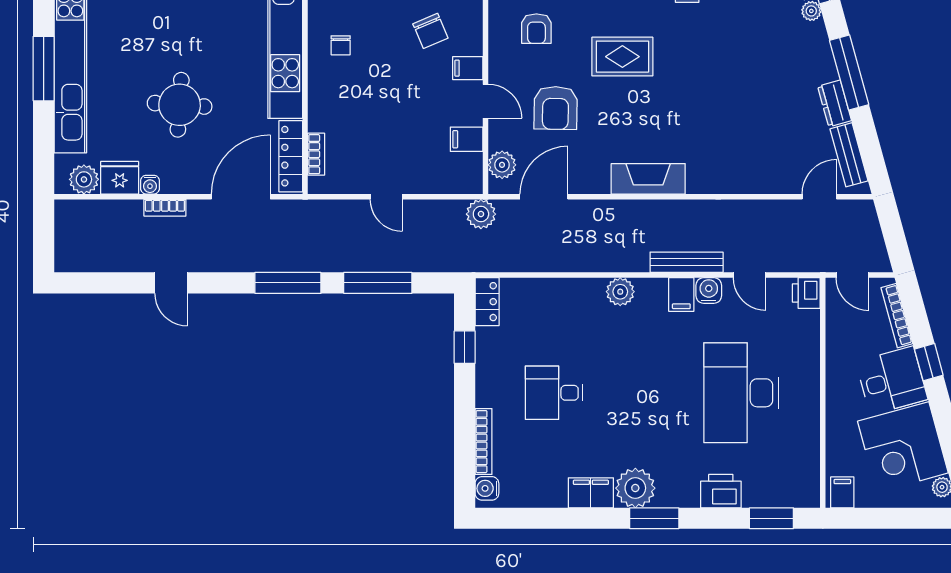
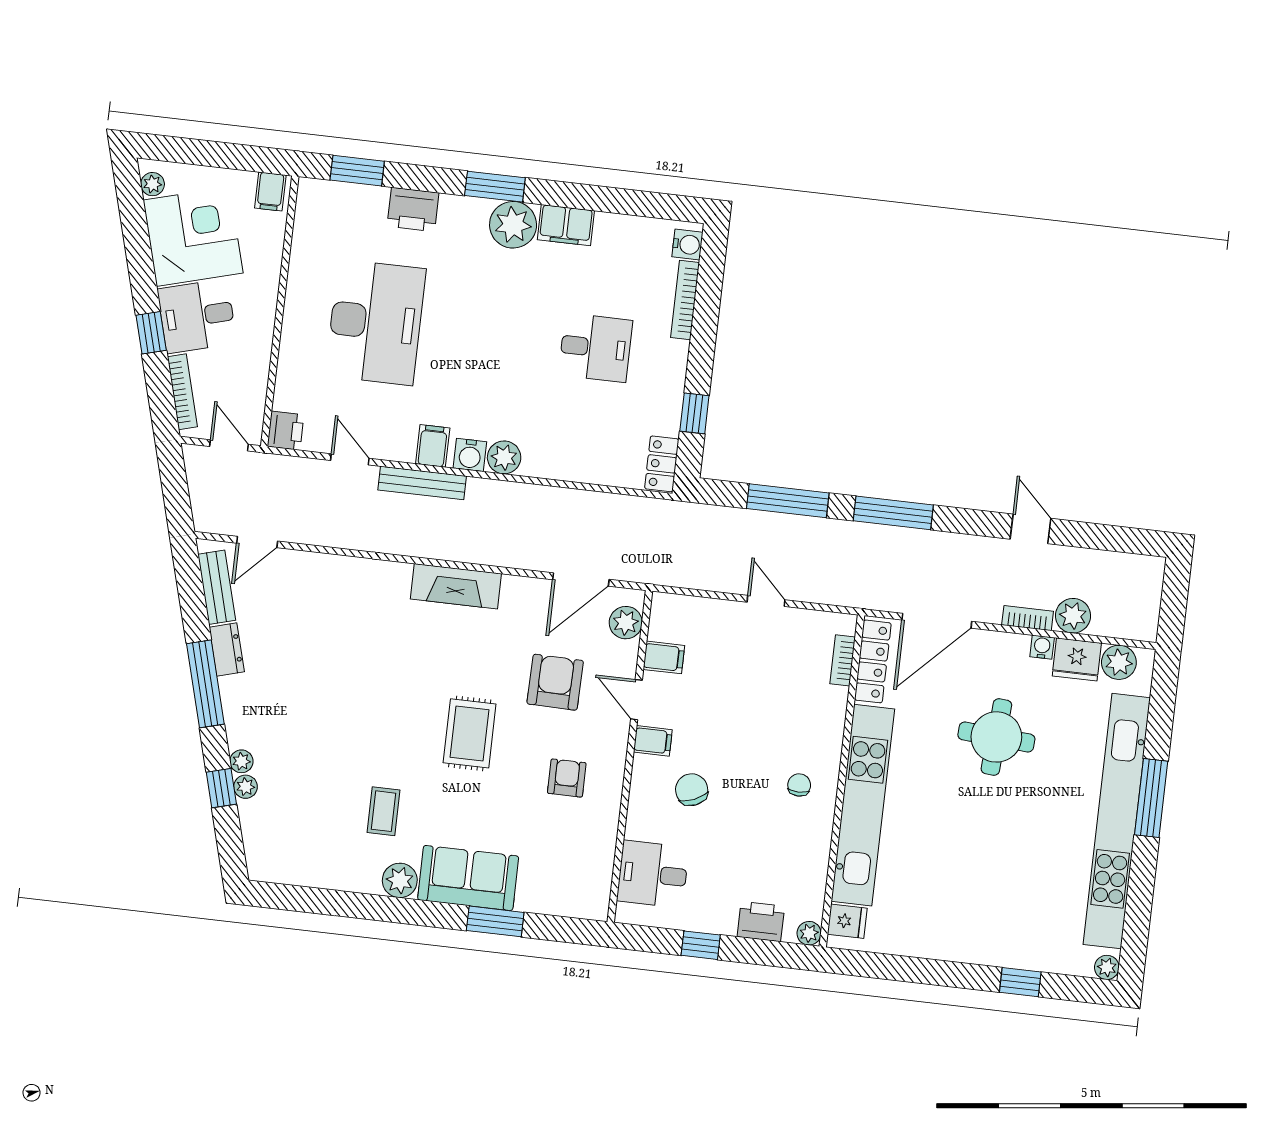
rug: (622, 57) -> (470, 733), turned 90
plant: (481, 214) -> (1073, 616), moved
water cooler: (709, 290) -> (470, 455), moved

